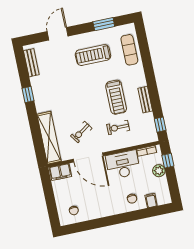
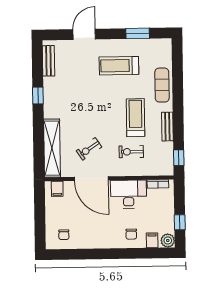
exercise mat: (129, 50) -> (162, 85), moved
treadmill: (116, 97) -> (136, 118), turned 180
window: (168, 161) -> (180, 222), moved
plant: (159, 171) -> (168, 240), moved
filing cabinet: (60, 172) -> (57, 189), width x0.50

